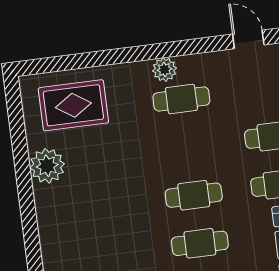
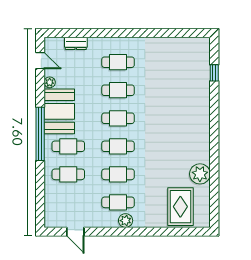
rug: (73, 105) -> (180, 207), turned 90
cafe table: (188, 147) -> (118, 174), added

